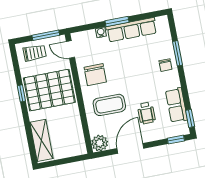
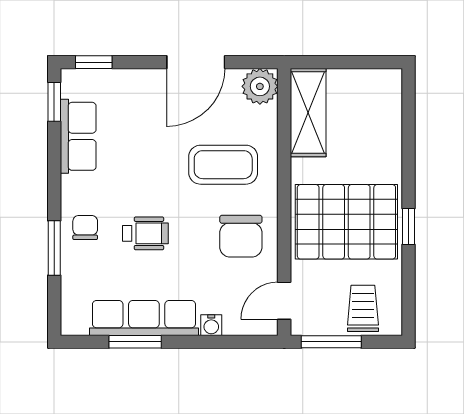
window: (117, 22) -> (135, 342), moved
door: (70, 49) -> (284, 301), swing flipped
trolley: (35, 53) -> (363, 308), turned 90
chair: (95, 75) -> (241, 236), turned 180
wheelchair: (146, 113) -> (145, 233), moved, turned 90
shelving: (41, 140) -> (308, 113), moved

